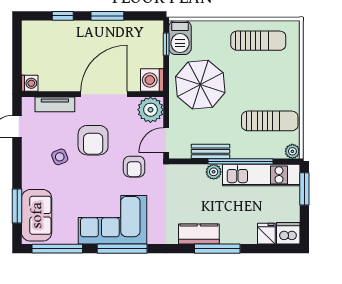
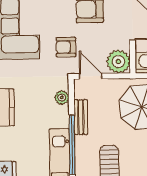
plant: (214, 172) -> (62, 98), moved

